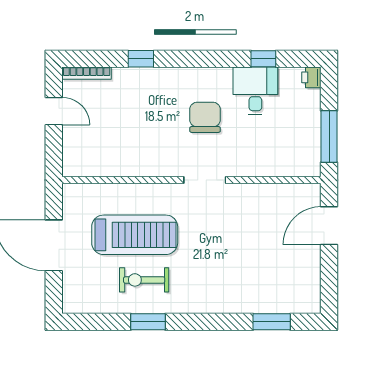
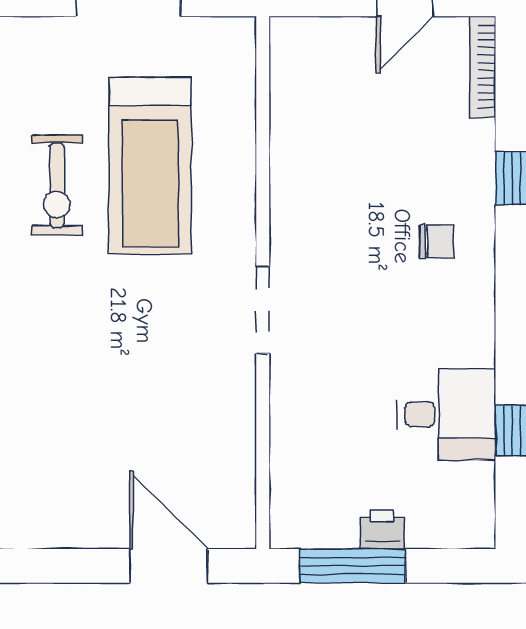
printer: (311, 77) -> (382, 530), moved
chair: (205, 117) -> (436, 241), moved, width x0.54, depth x0.54
exercise bike: (144, 280) -> (57, 185), turned 180

